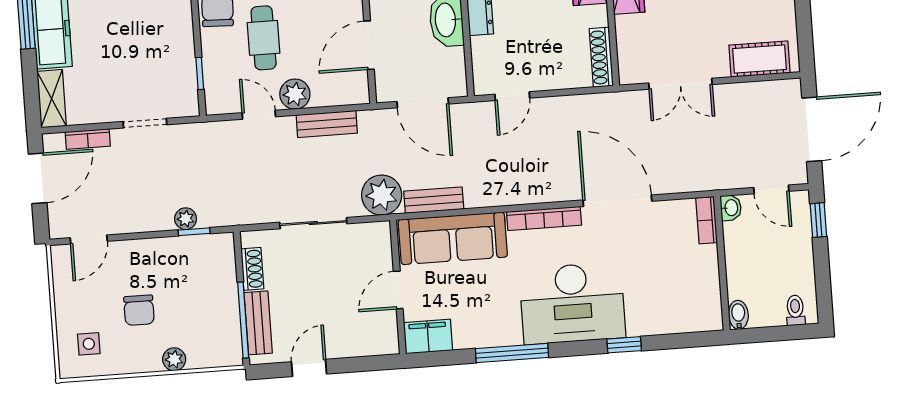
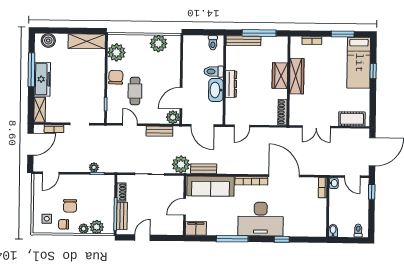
plant: (295, 94) -> (173, 117), moved
chair: (128, 353) -> (64, 224), added
plant: (203, 353) -> (97, 227), added

